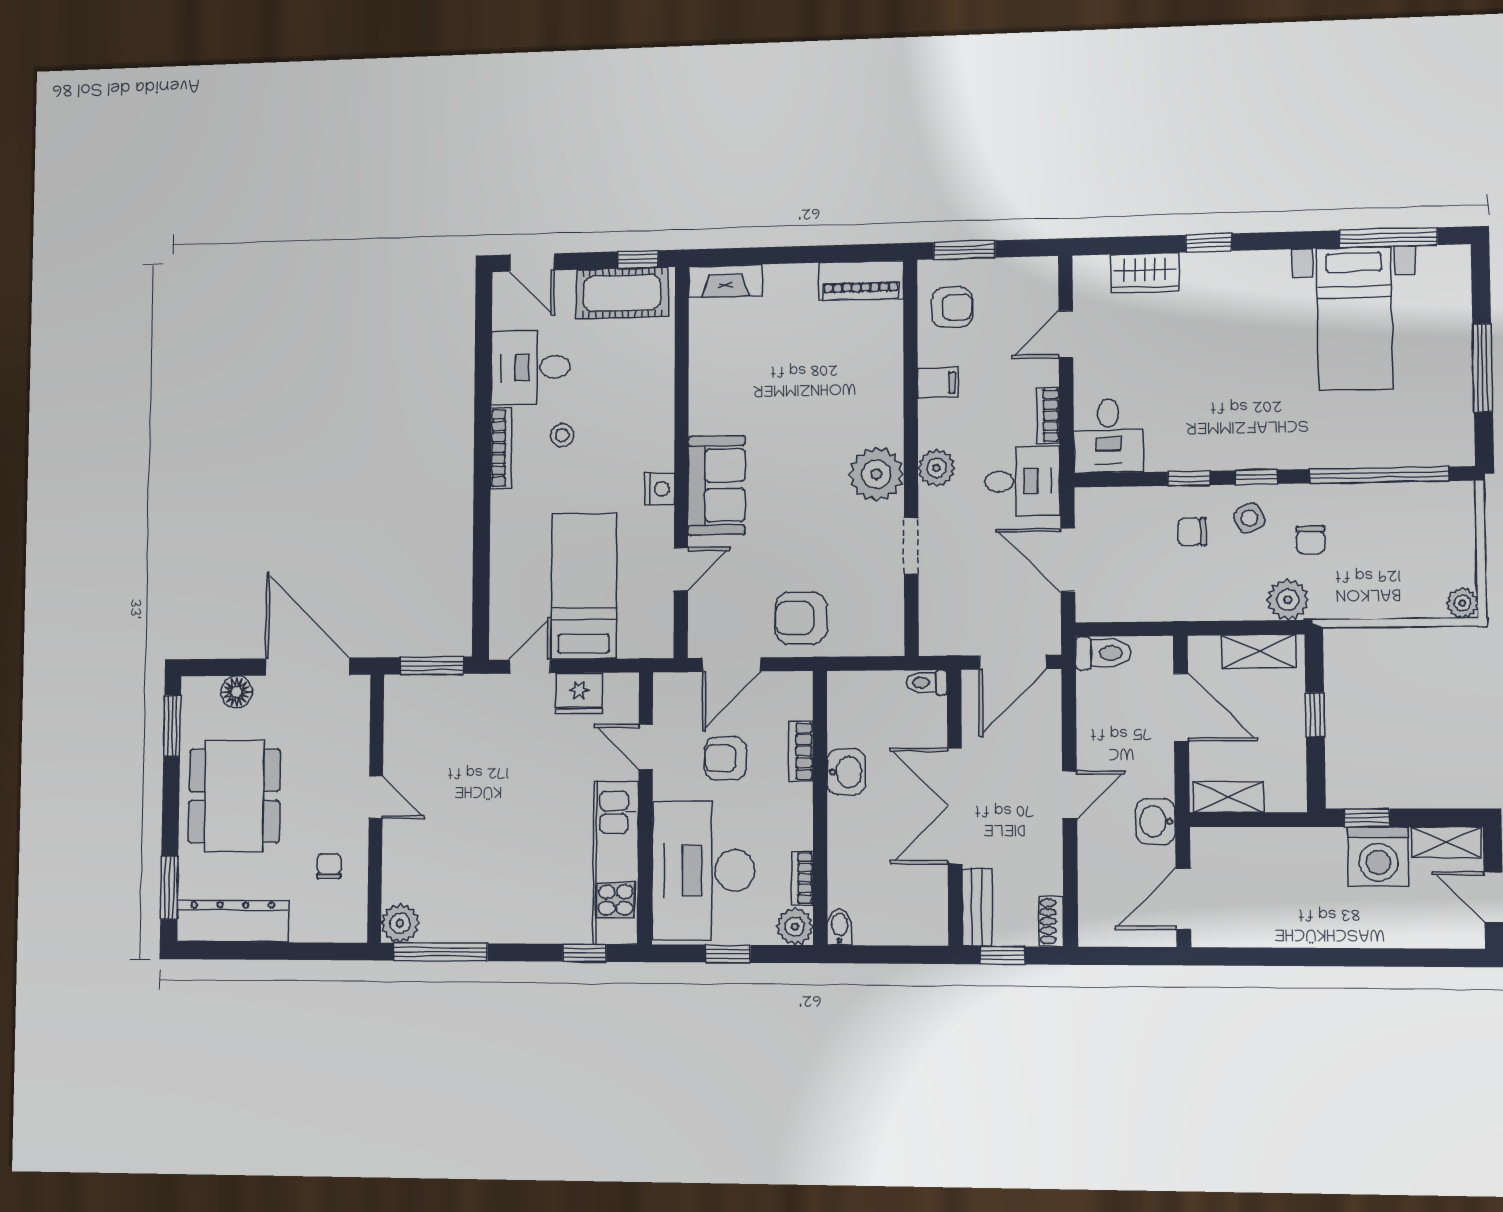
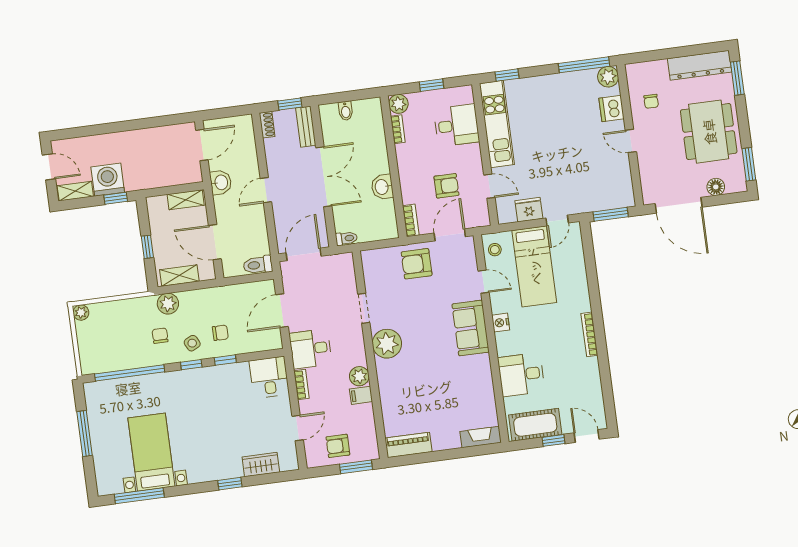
window: (638, 259) -> (553, 440), moved
armchair: (952, 307) -> (338, 446), moved
desk: (531, 367) -> (521, 375), moved, turned 180
stool: (562, 435) -> (495, 250), moved
plant: (936, 468) -> (359, 376), moved
door: (1068, 560) -> (282, 311), swing flipped
door: (681, 569) -> (483, 282), swing flipped
armchair: (801, 618) -> (417, 264), turned 180
bookcase: (801, 751) -> (411, 220), moved
dishwasher: (402, 863) -> (612, 109), added
desk: (703, 870) -> (456, 125), width x0.53, depth x0.77
bidet: (839, 927) -> (346, 111), moved

